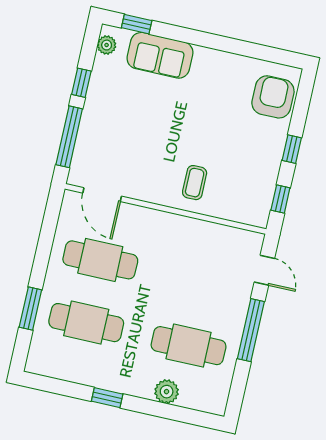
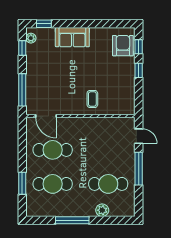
sofa: (160, 55) -> (72, 37), moved
window: (81, 83) -> (22, 48), moved
window: (280, 199) -> (139, 47), moved
window: (107, 398) -> (72, 220), width x2.17

